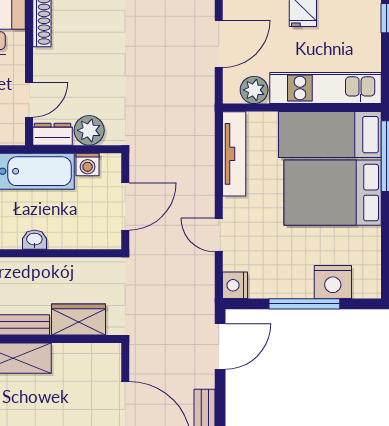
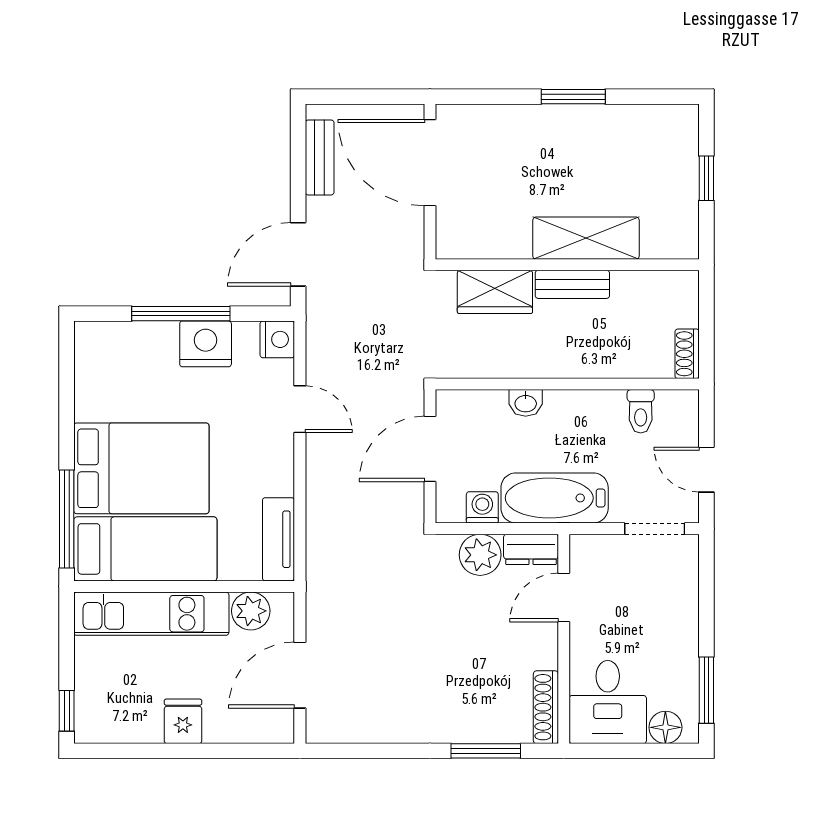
tv unit: (234, 154) -> (278, 539), width x0.71
washbasin: (34, 240) -> (526, 403), moved
nightstand: (333, 282) -> (206, 344), moved

